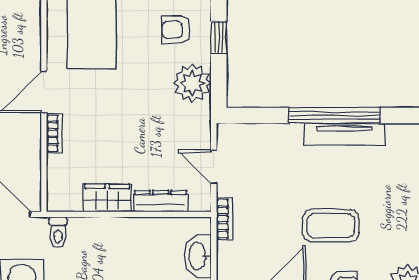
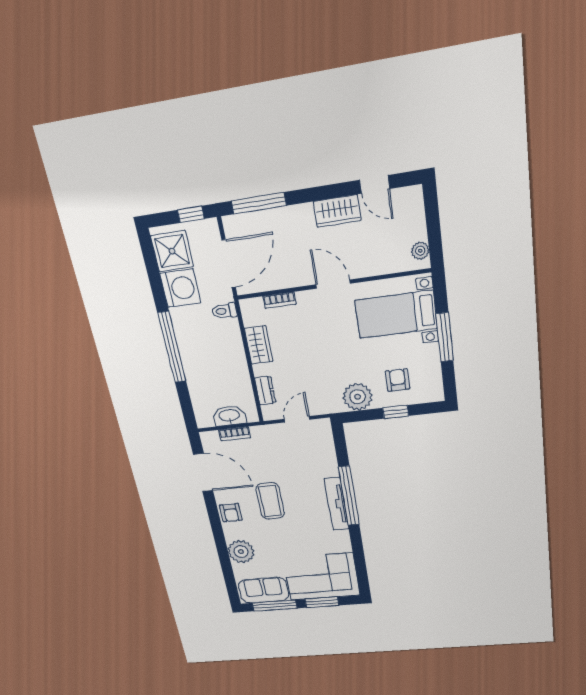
bookcase: (54, 133) -> (279, 300), moved
dresser: (161, 201) -> (265, 391), width x0.70
bookcase: (225, 219) -> (235, 434), moved

